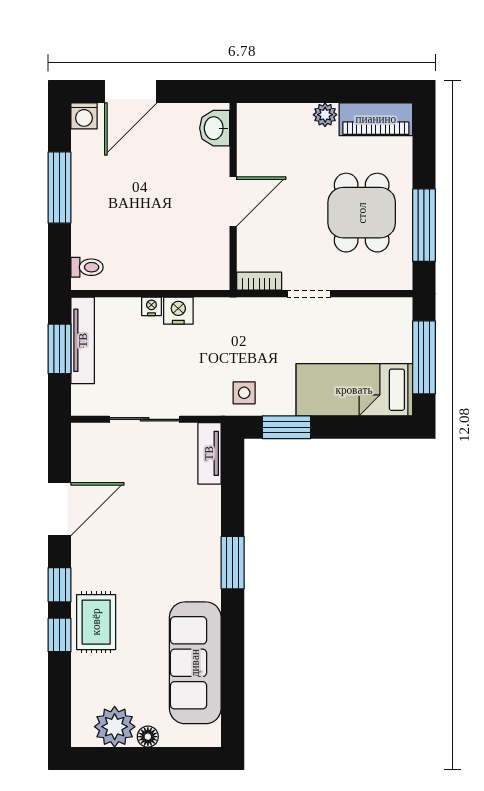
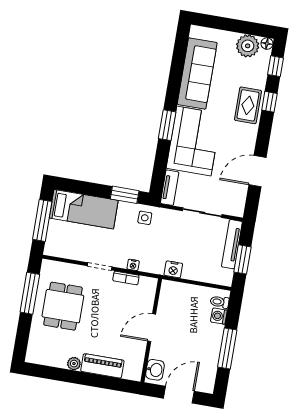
washing machine: (84, 116) -> (219, 316), moved, turned -90
piano: (376, 119) -> (102, 366), moved
washbasin: (215, 128) -> (155, 370), moved
wall: (233, 197) -> (151, 330), moved
door: (233, 201) -> (152, 328), moved
nightstand: (151, 306) -> (133, 265), moved
tv unit: (83, 340) -> (232, 244), moved
corner sofa: (181, 543) -> (194, 141), added
window: (60, 585) -> (275, 66), moved
floor lamp: (148, 737) -> (267, 44), moved

